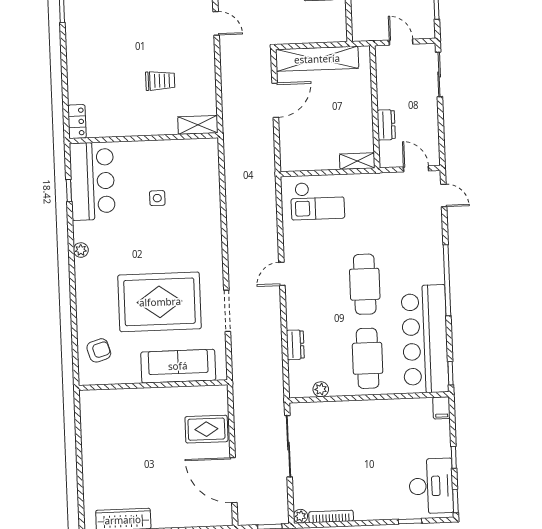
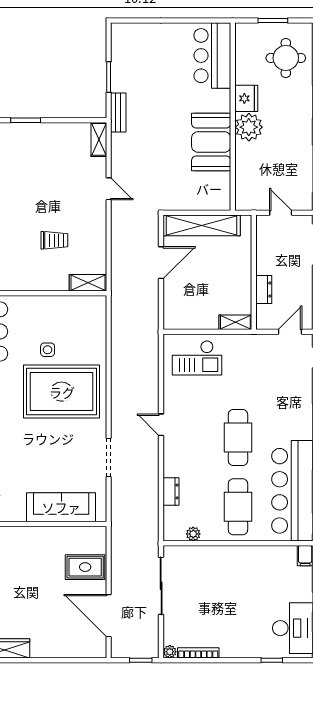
door: (416, 169) -> (290, 332), hinge flipped
door: (282, 274) -> (161, 425), hinge flipped
rug: (160, 302) -> (62, 392), moved

